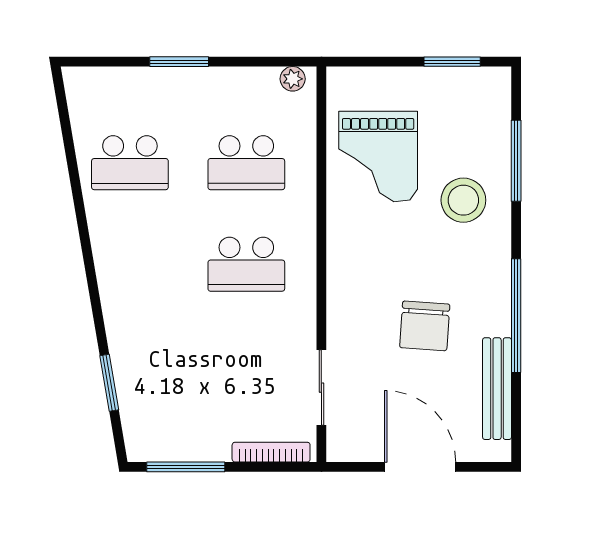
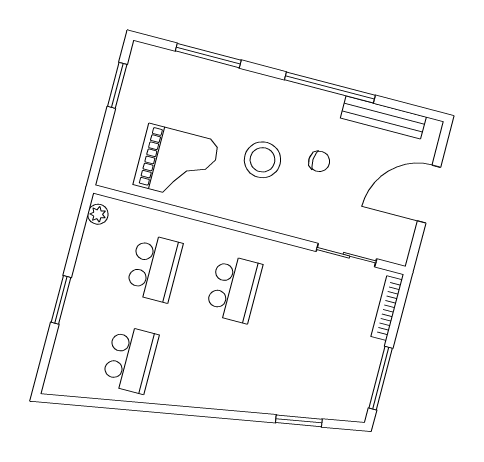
stool: (463, 200) -> (262, 160), moved
chair: (425, 326) -> (319, 161), width x0.54, depth x0.54

